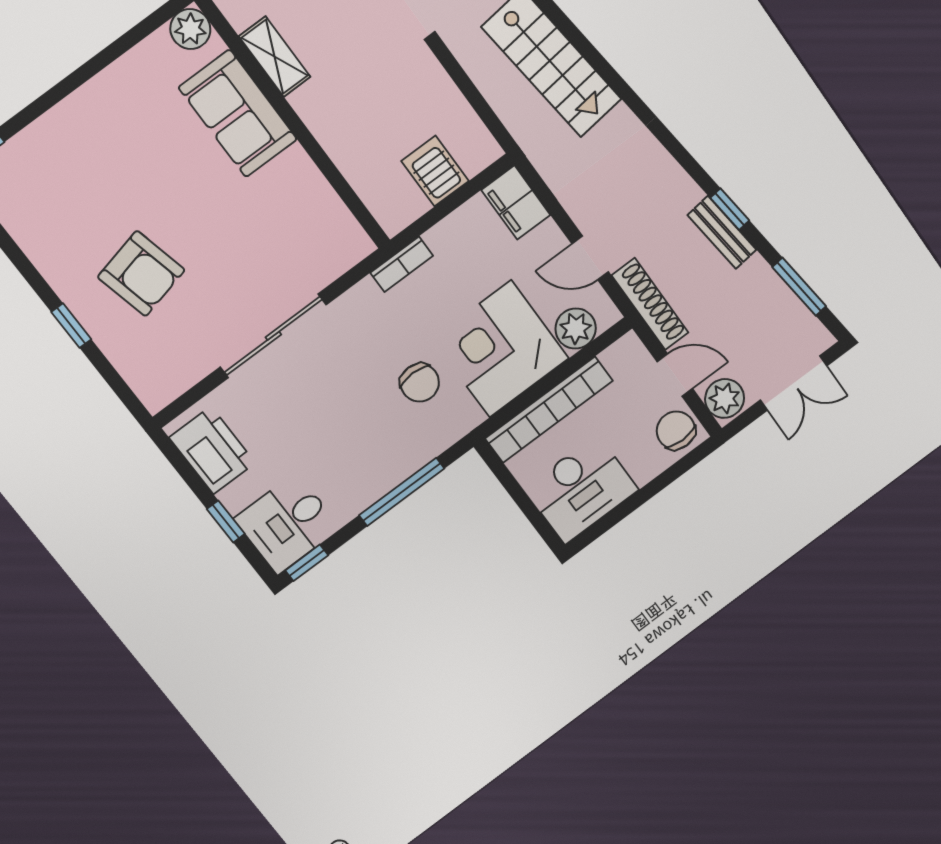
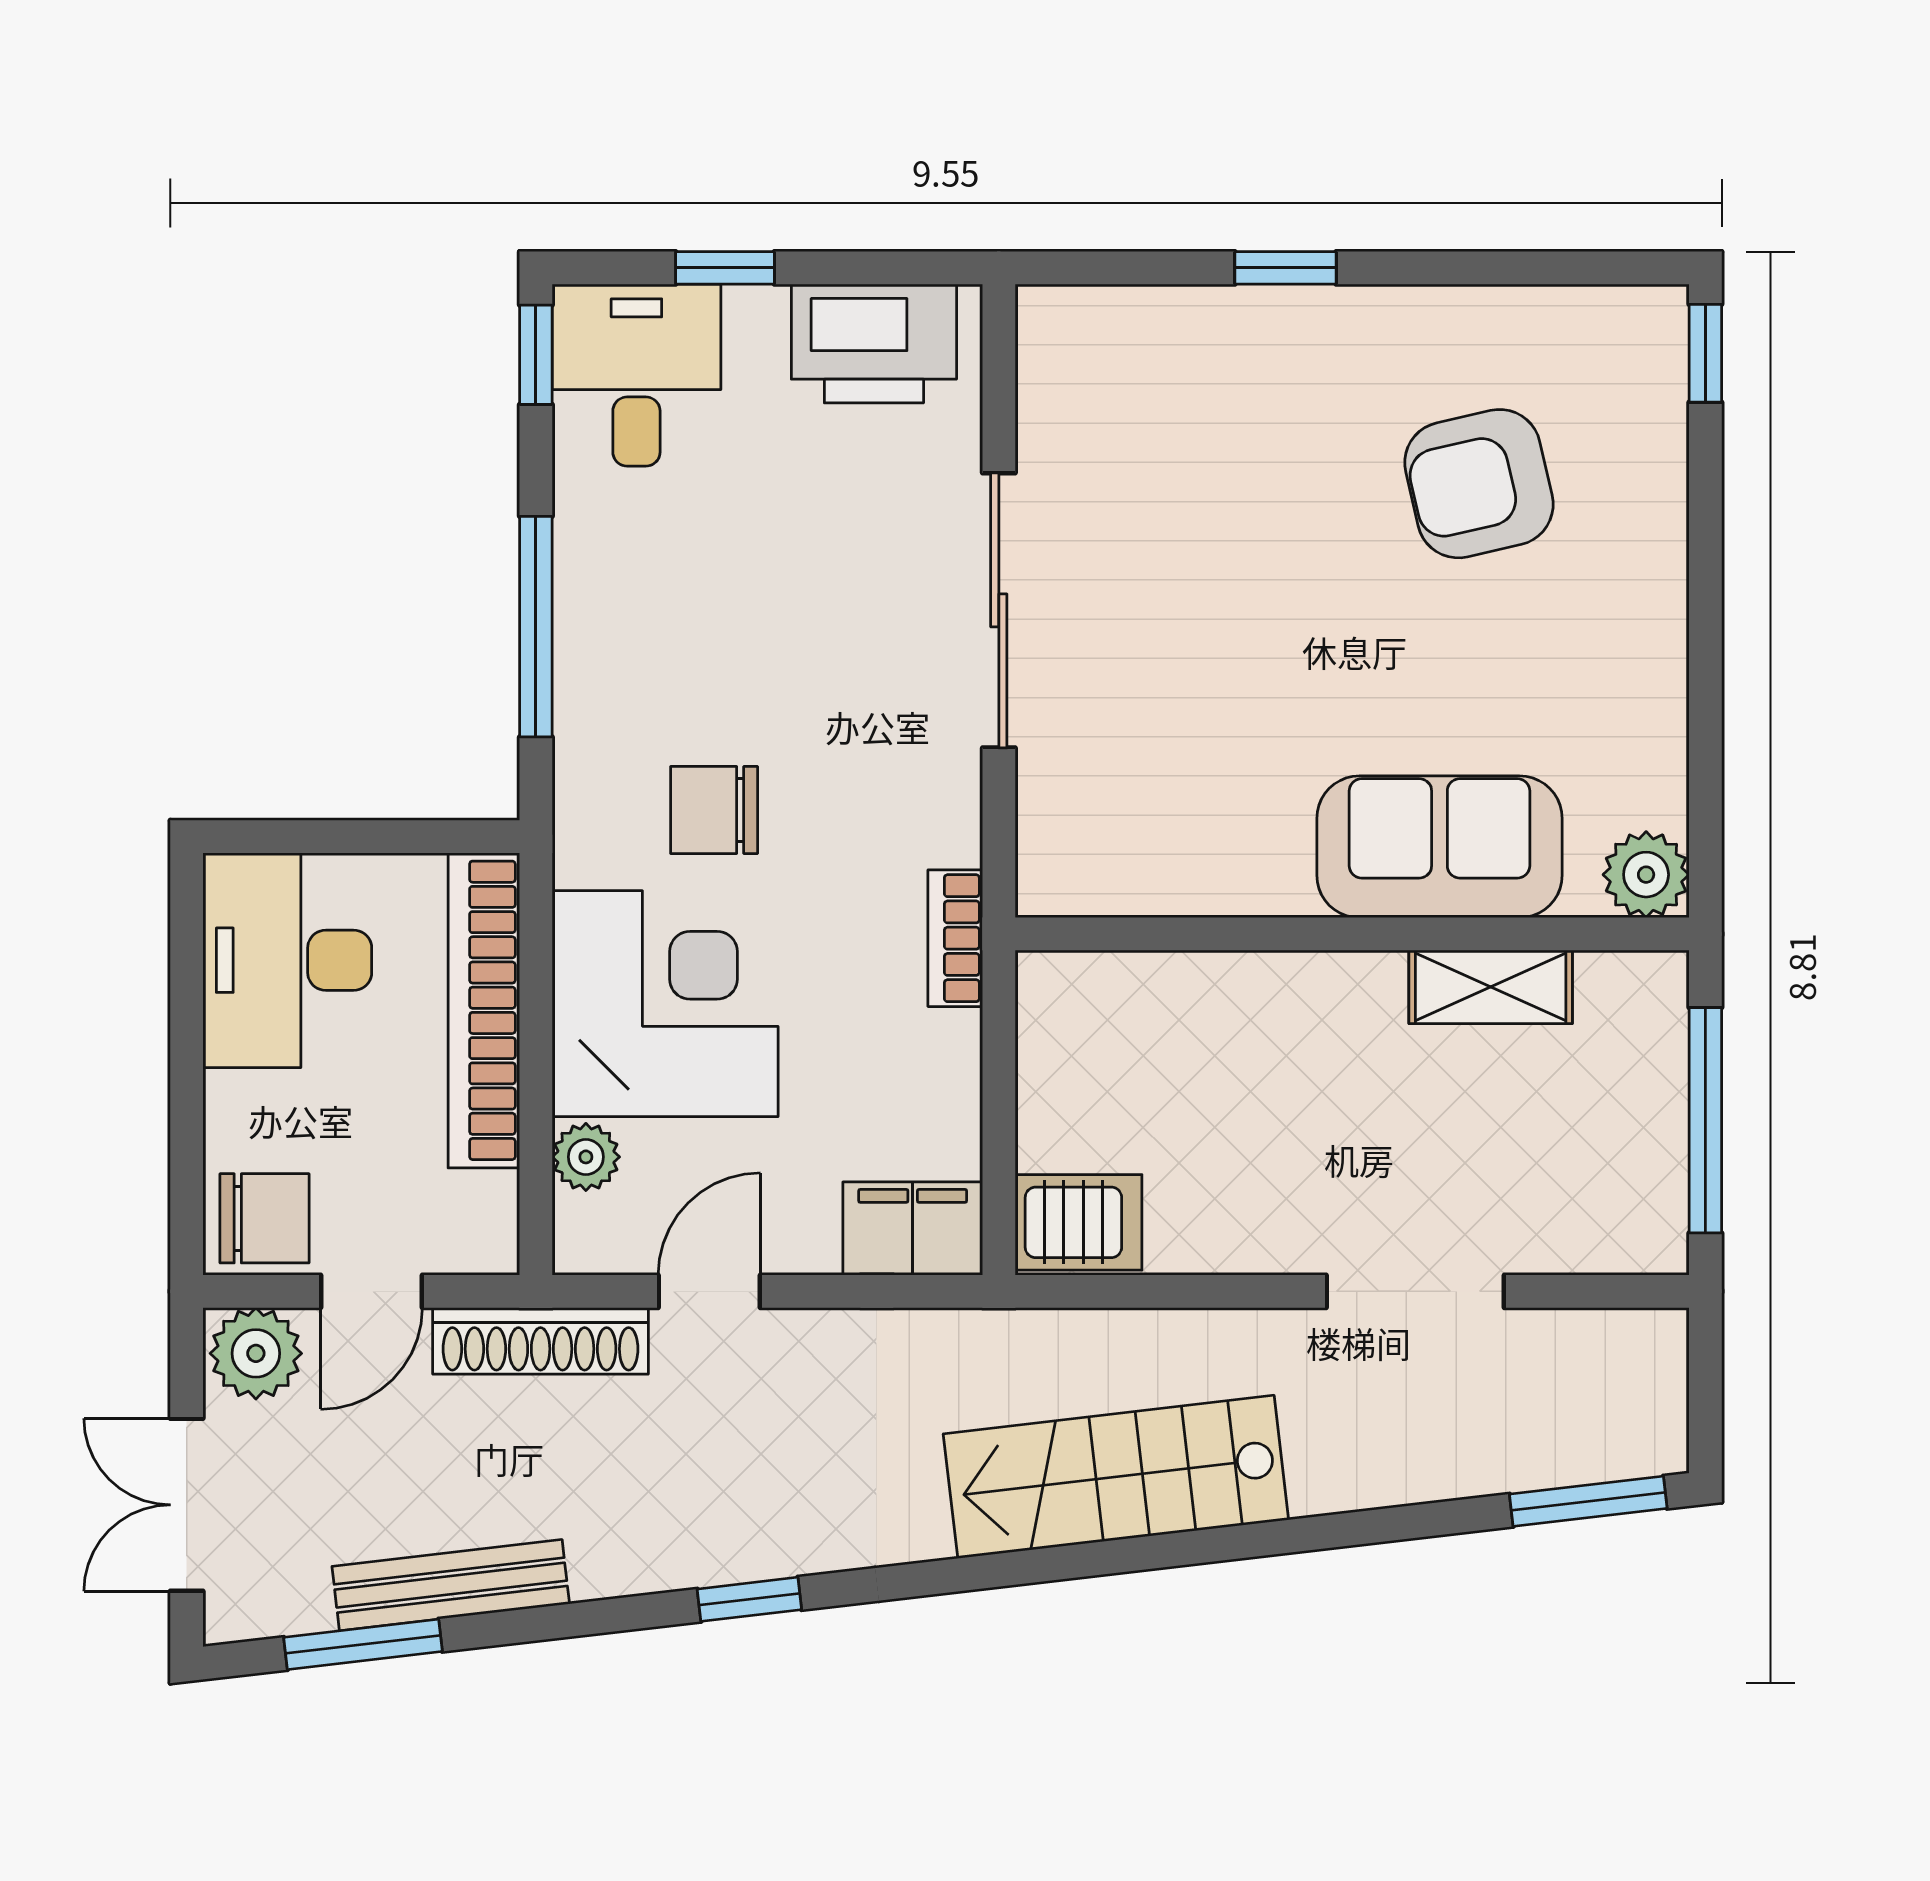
server rack: (435, 171) -> (1078, 1222), moved
window: (730, 209) -> (749, 1599), moved
bench: (722, 232) -> (451, 1585), moved, width x1.36
armchair: (141, 274) -> (1479, 484), moved
plant: (576, 329) -> (586, 1157), width x0.73, depth x0.73

